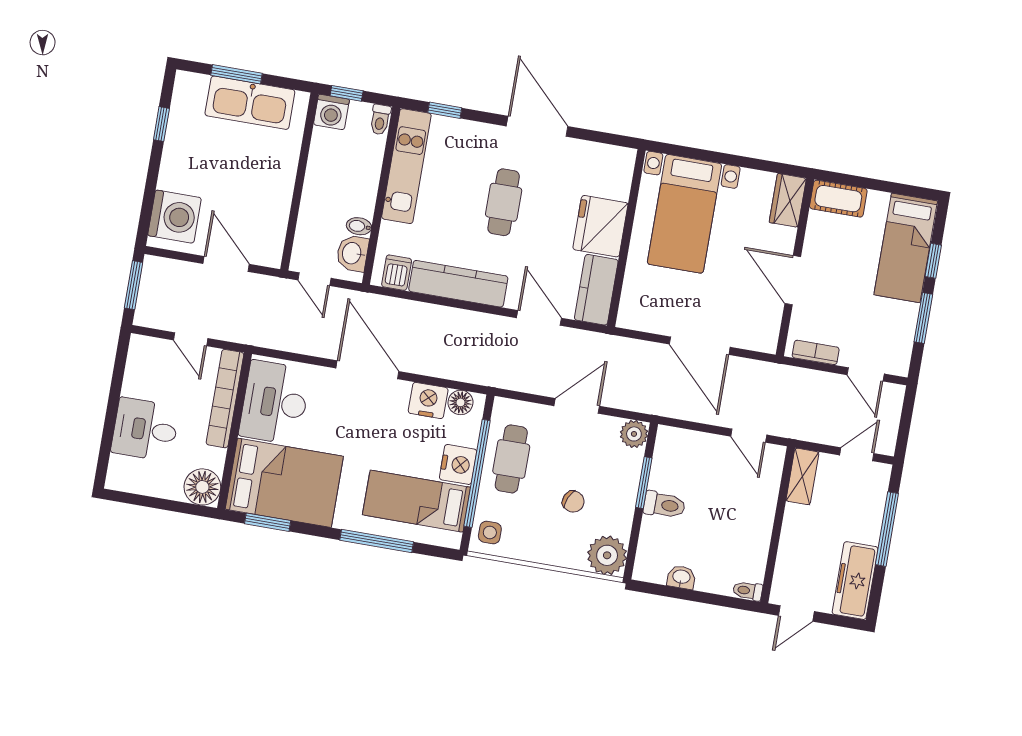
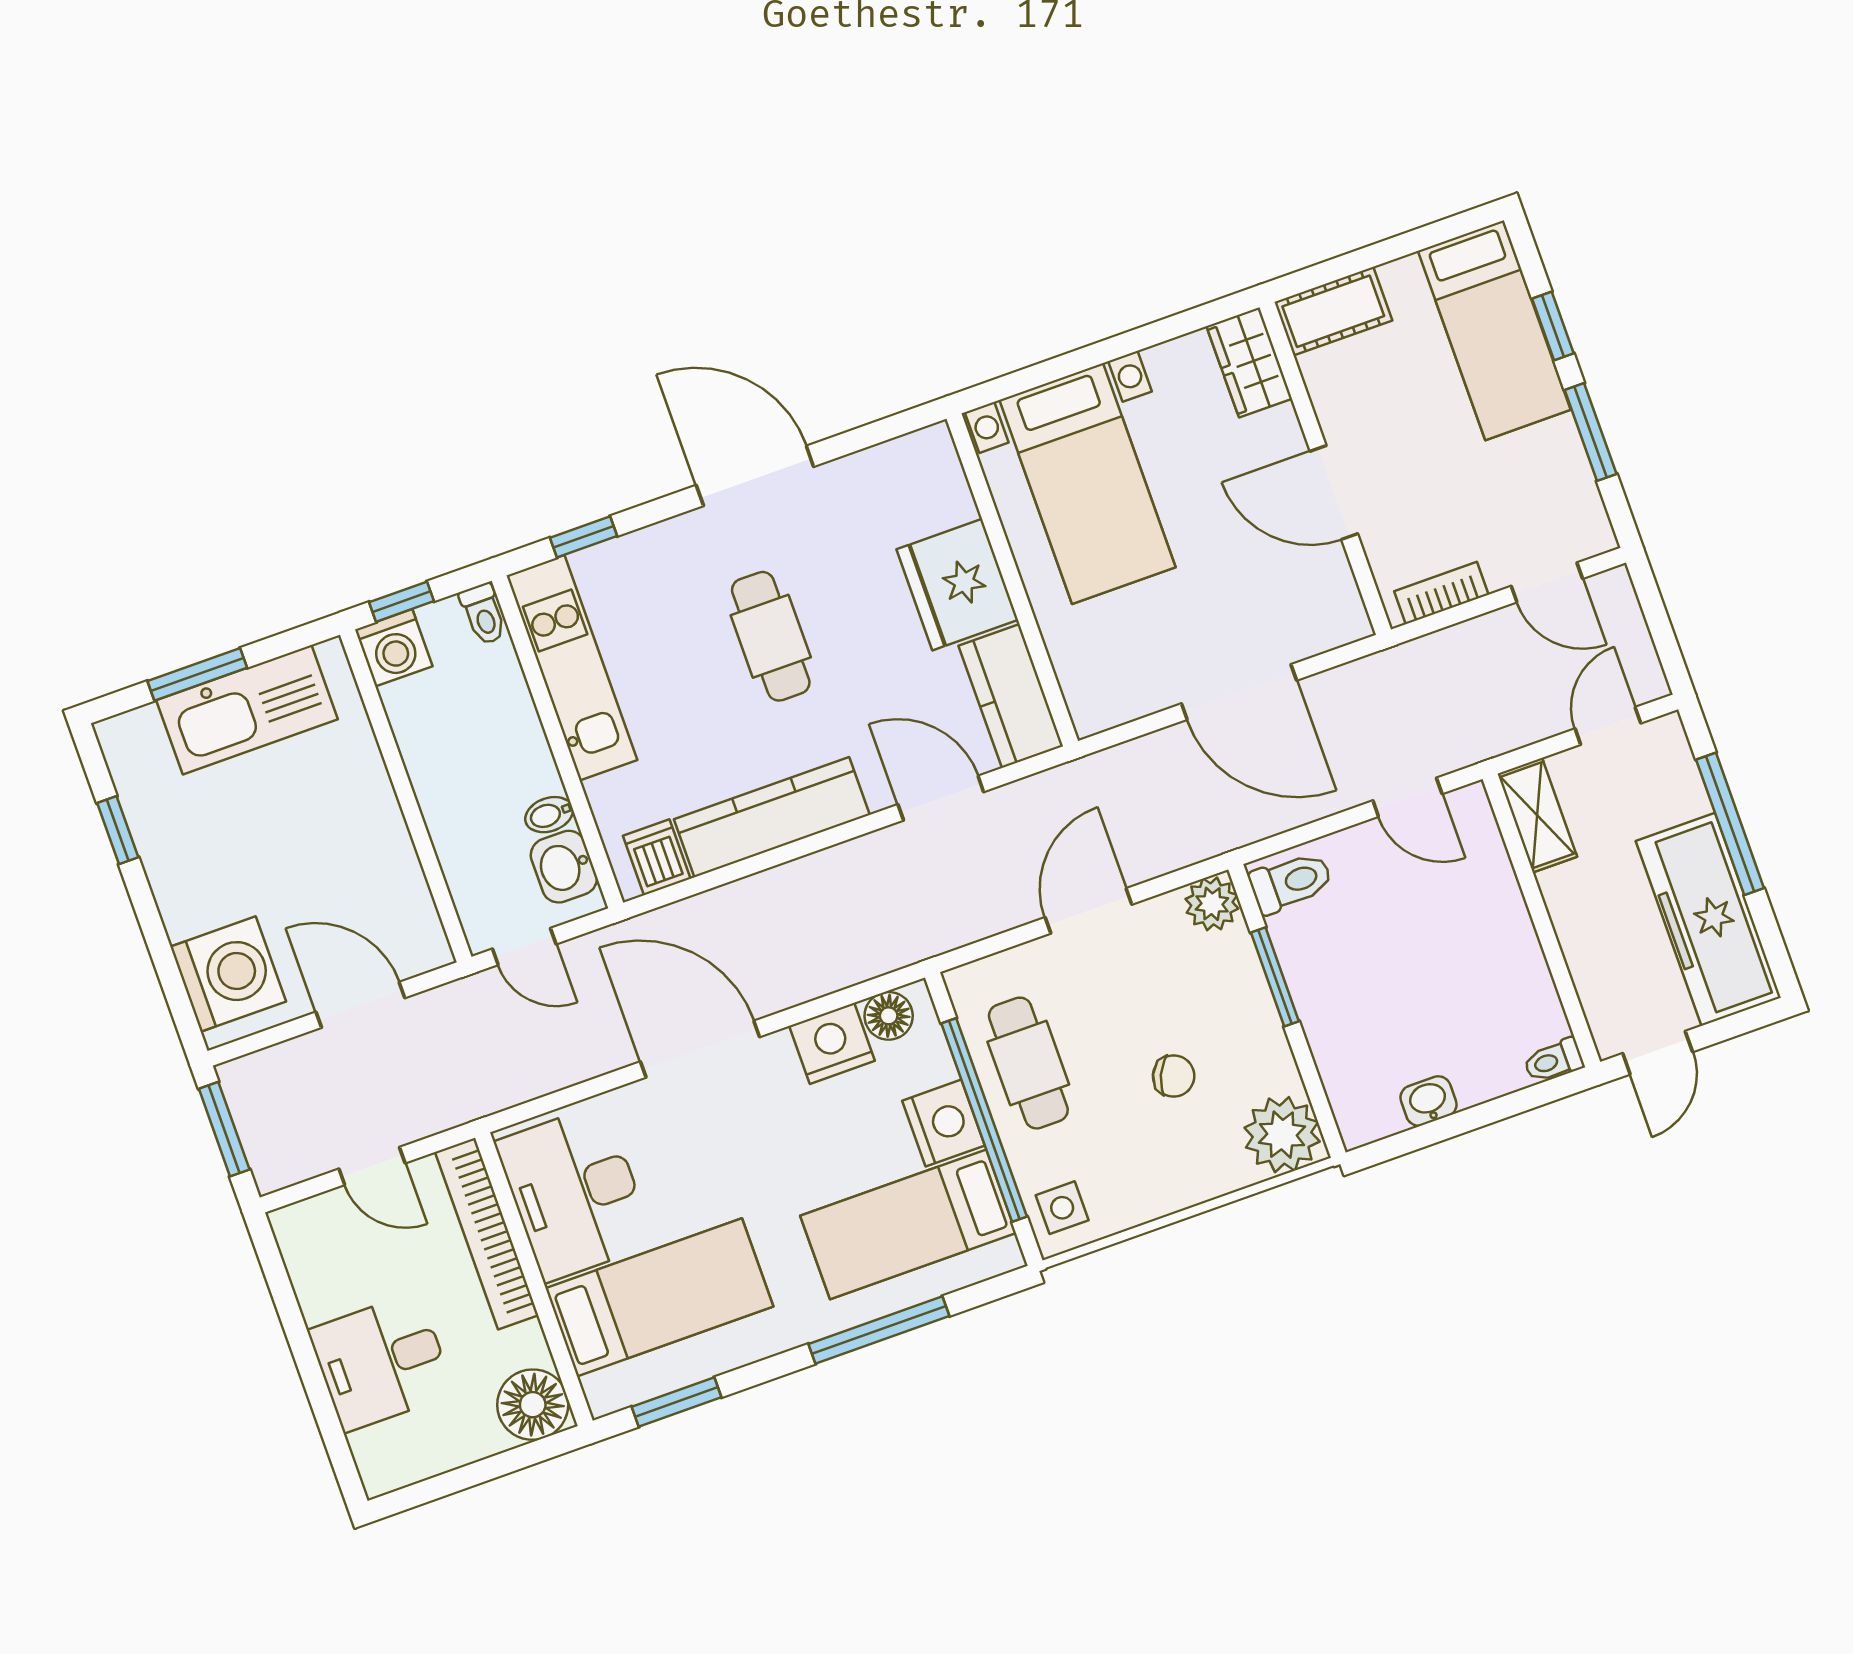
bed: (284, 483) -> (659, 1297), width x0.67
toilet: (664, 505) -> (1291, 882), moved
freezer: (855, 581) -> (1708, 919), width x1.36, depth x1.26

